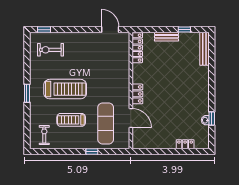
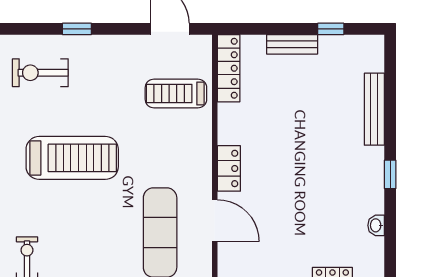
window: (44, 30) -> (77, 29), moved
bench: (204, 49) -> (374, 109), moved
window: (212, 119) -> (390, 174), moved
treadmill: (71, 120) -> (176, 93), moved

